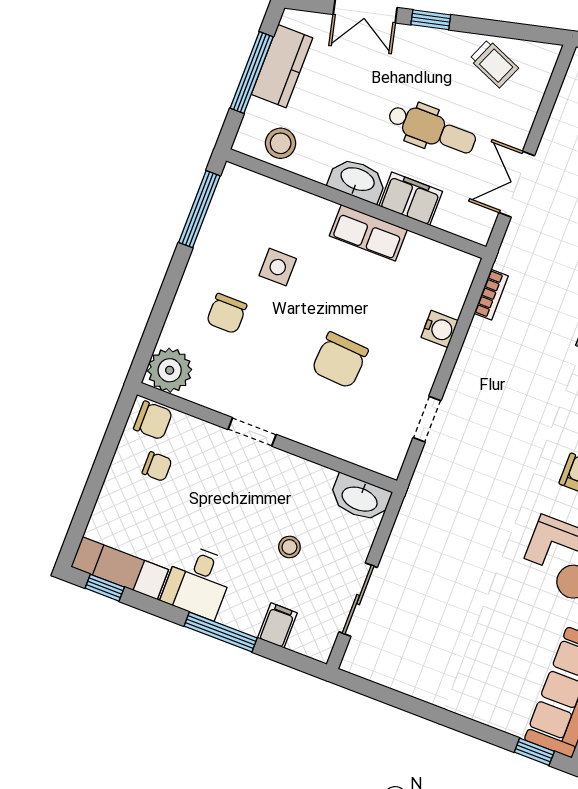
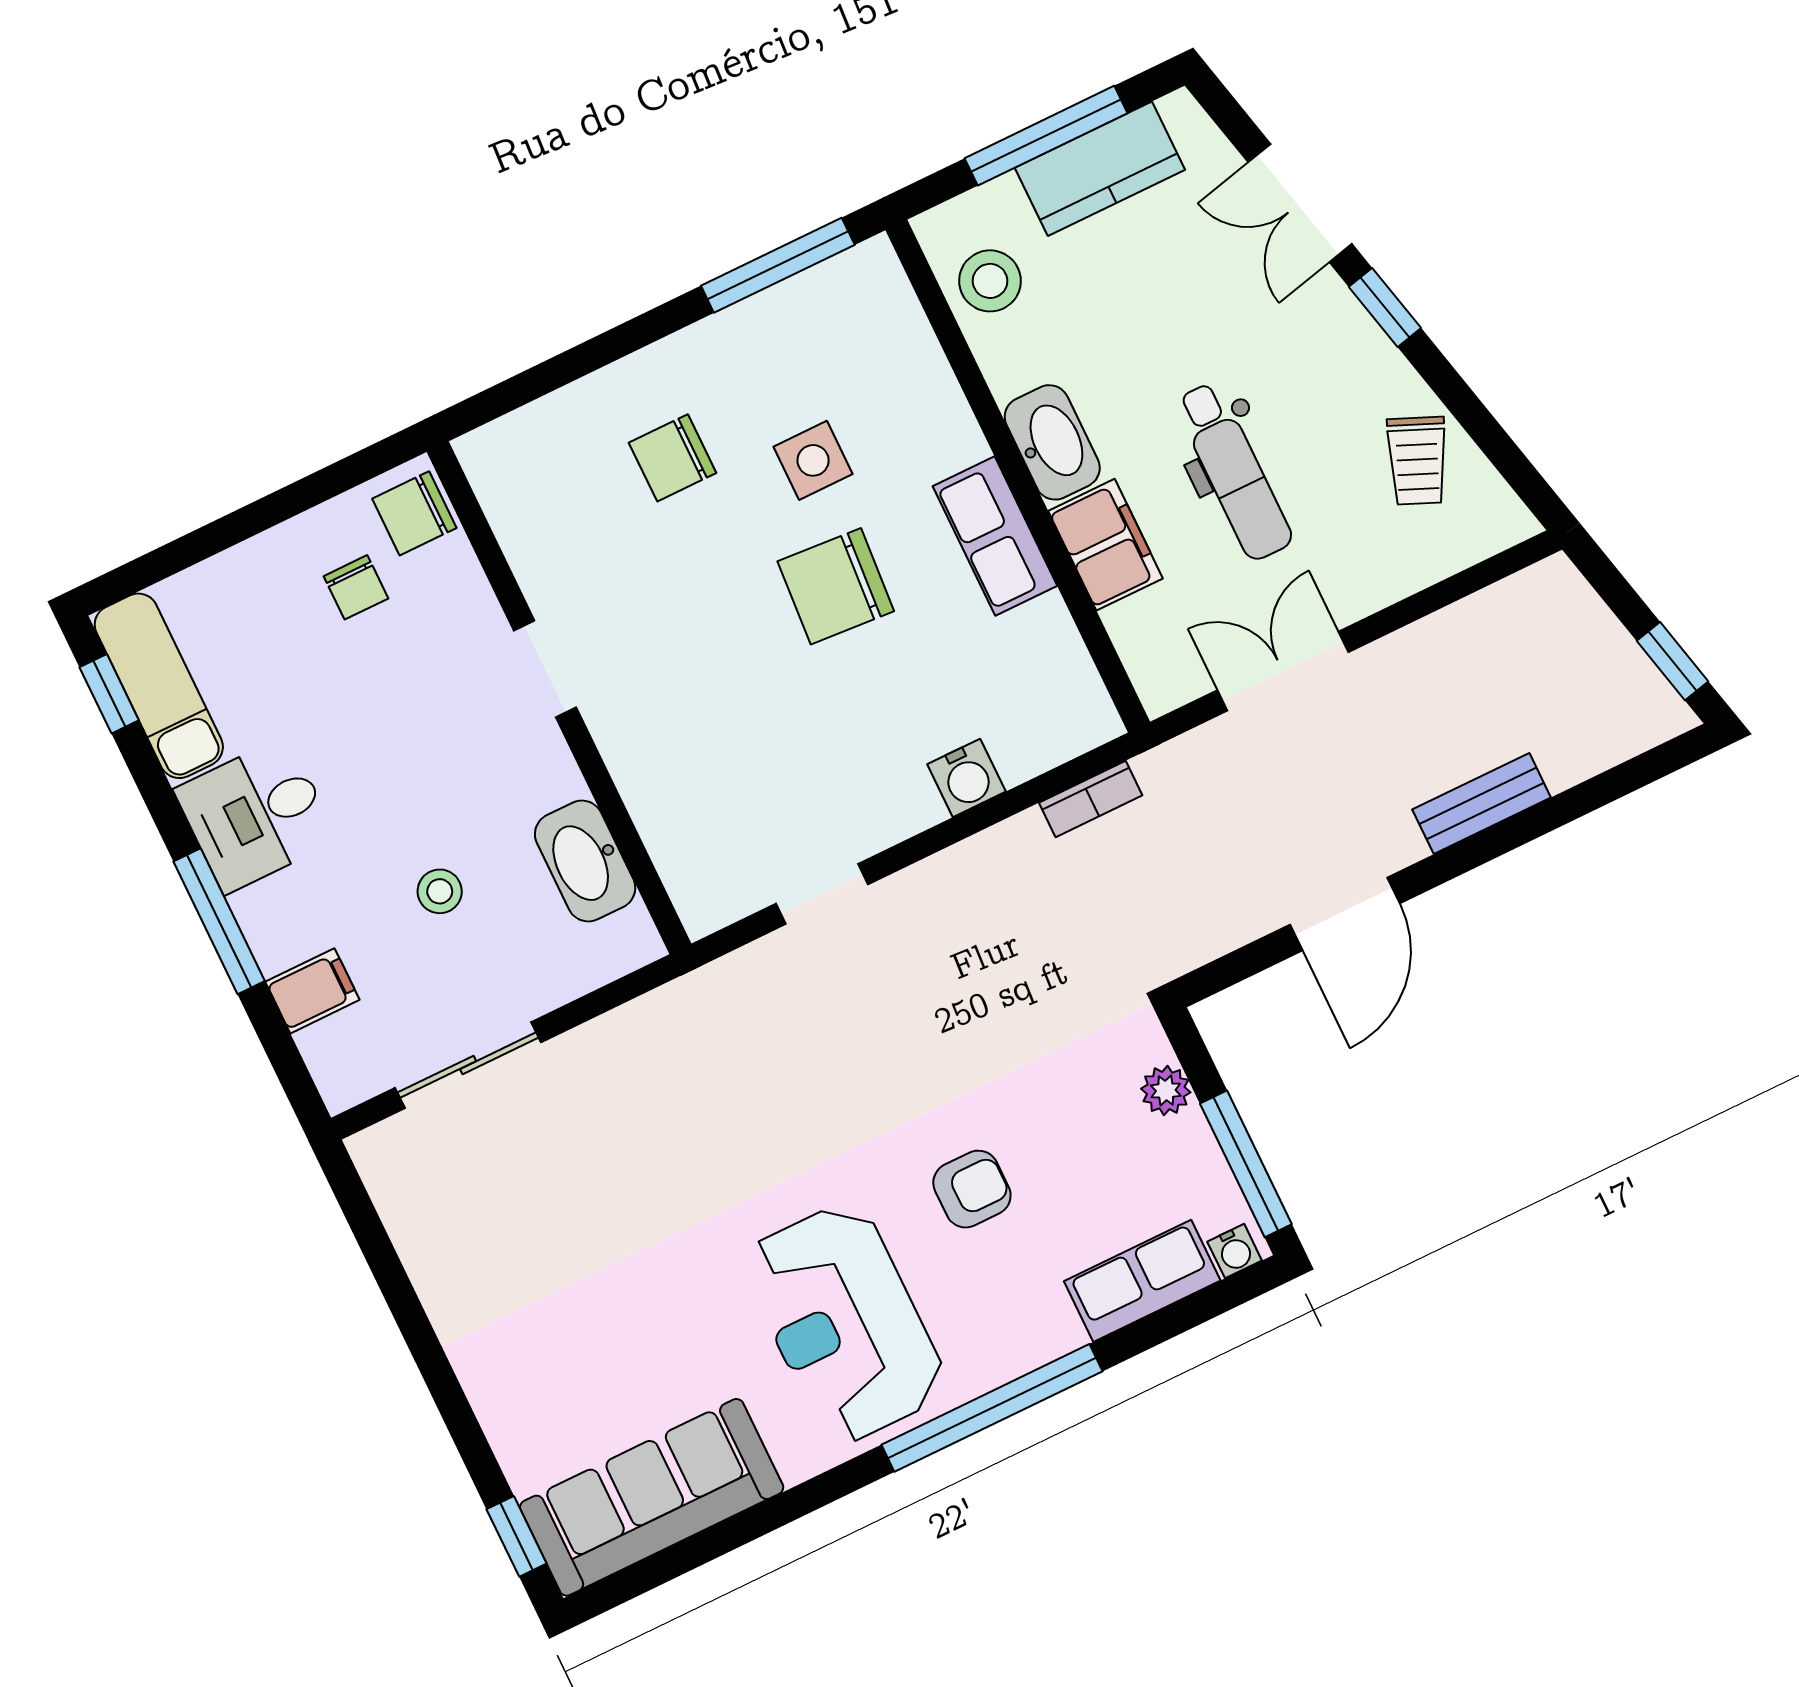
chair: (340, 360) -> (836, 586), moved
plant: (170, 370) -> (509, 462), removed
chair: (153, 420) -> (414, 513), turned 90
washbasin: (360, 498) -> (585, 861), moved

